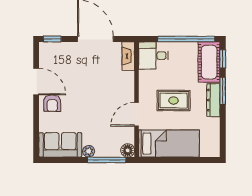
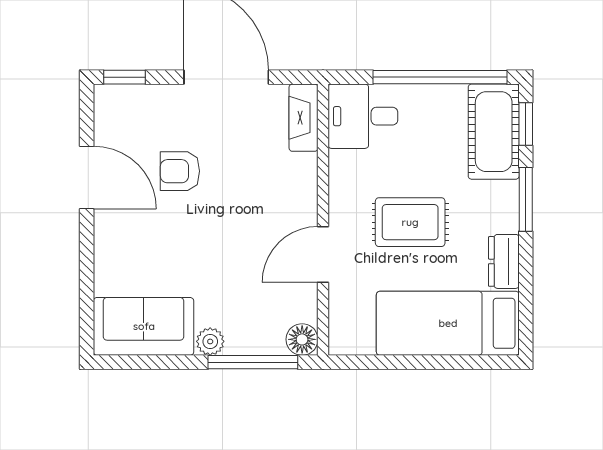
dresser: (213, 100) -> (504, 261), moved, width x0.70
armchair: (52, 103) -> (180, 171), moved, turned 90
bed: (169, 144) -> (448, 323), moved, turned 180

